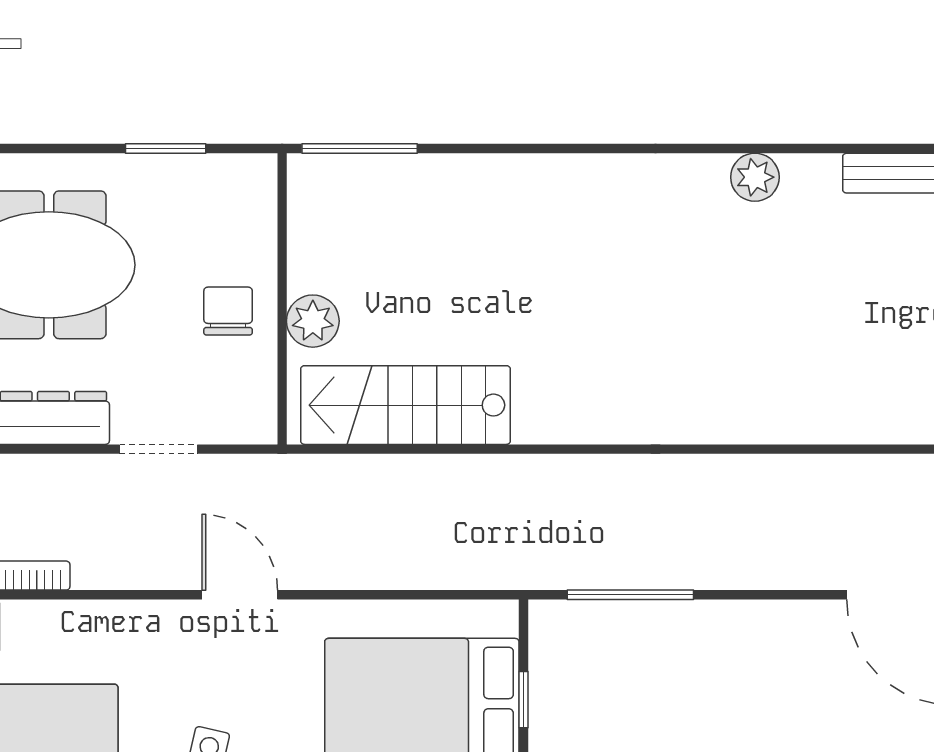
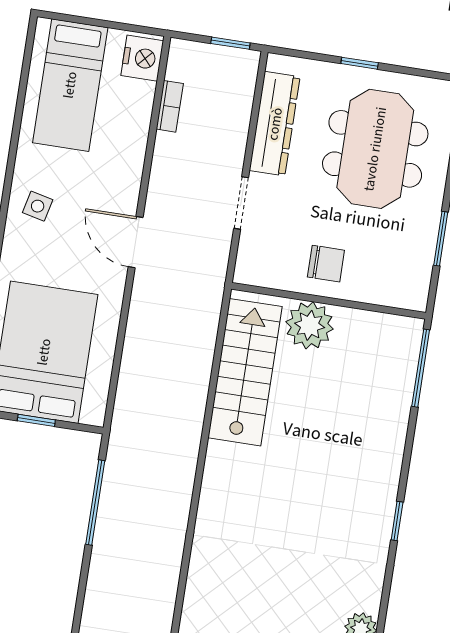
window: (589, 149) -> (397, 521), added
plant: (313, 321) -> (310, 325), width x1.36, depth x1.36
door: (240, 595) -> (136, 242), swing flipped

